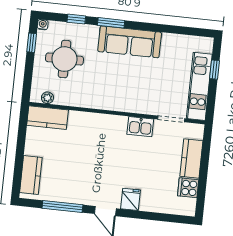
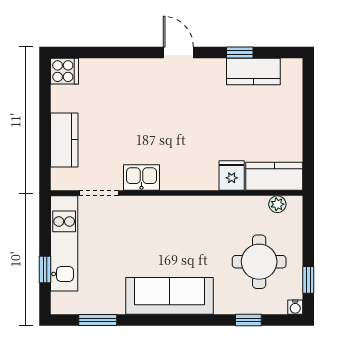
window: (111, 23) -> (98, 320), moved
kitchen counter: (31, 175) -> (253, 71), moved, turned -90
cooker: (188, 188) -> (64, 71), moved
fridge: (130, 199) -> (232, 175), moved, turned 180
window: (62, 207) -> (240, 52), width x0.46

